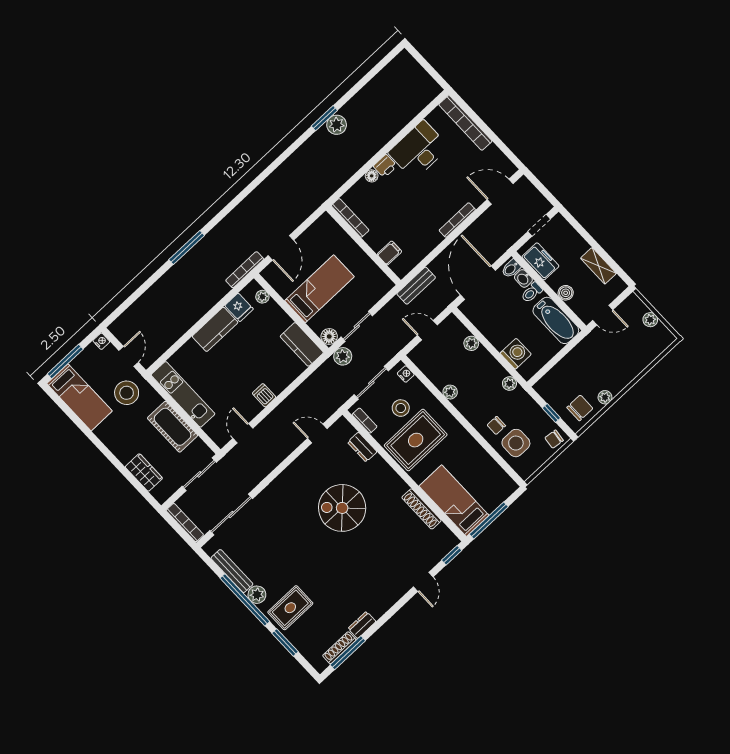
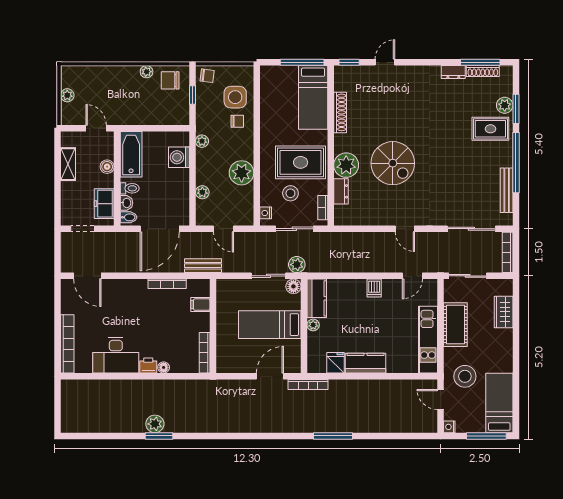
bookcase: (457, 220) -> (167, 284), moved
plant: (262, 297) -> (313, 325), moved
door: (129, 356) -> (441, 399), hinge flipped
plant: (450, 392) -> (242, 173), width x1.88, depth x1.88
door: (317, 434) -> (405, 229), moved
plant: (378, 472) -> (346, 165), added
plant: (257, 595) -> (505, 105), moved

